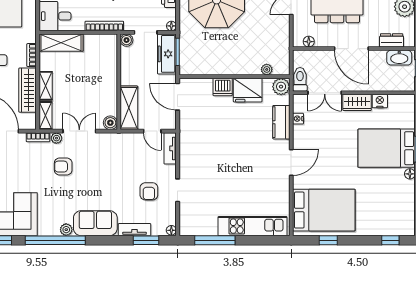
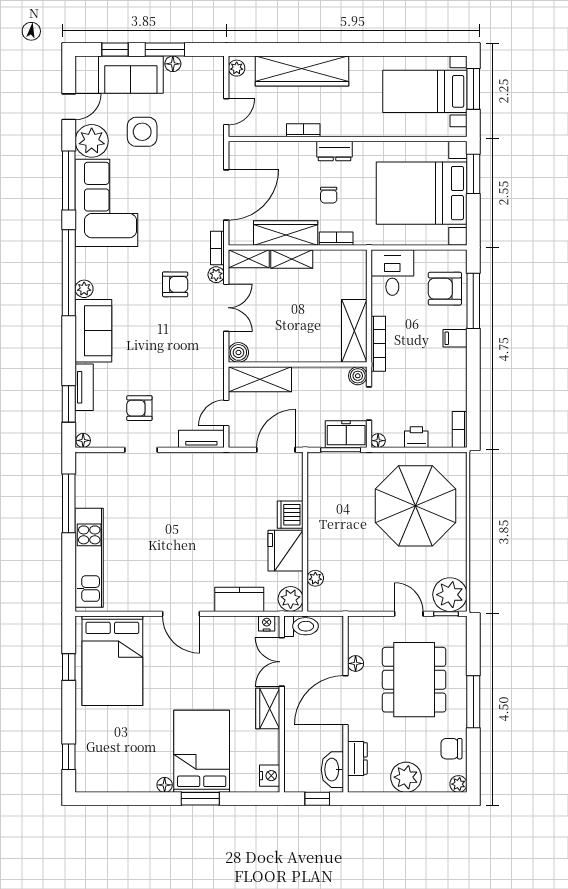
floor lamp: (309, 42) -> (356, 663), moved
shelving: (61, 43) -> (354, 331), moved
freezer: (167, 54) -> (346, 434), width x0.71
nightstand: (380, 101) -> (270, 776), moved
nightstand: (298, 119) -> (267, 623), moved
armchair: (63, 167) -> (175, 284), turned 90

